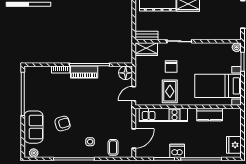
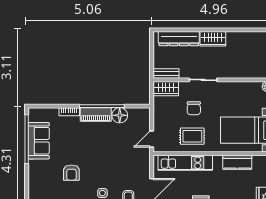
floor lamp: (126, 73) -> (120, 115), moved
rug: (170, 91) -> (192, 136), turned 90
armchair: (63, 124) -> (71, 173), turned 106
sofa: (33, 127) -> (39, 141), moved

